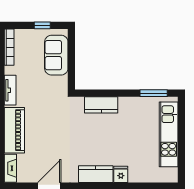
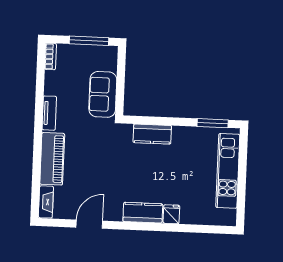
window: (42, 25) -> (89, 41), width x2.17
bookcase: (9, 47) -> (50, 56), width x0.64
sofa: (56, 55) -> (103, 94), moved

